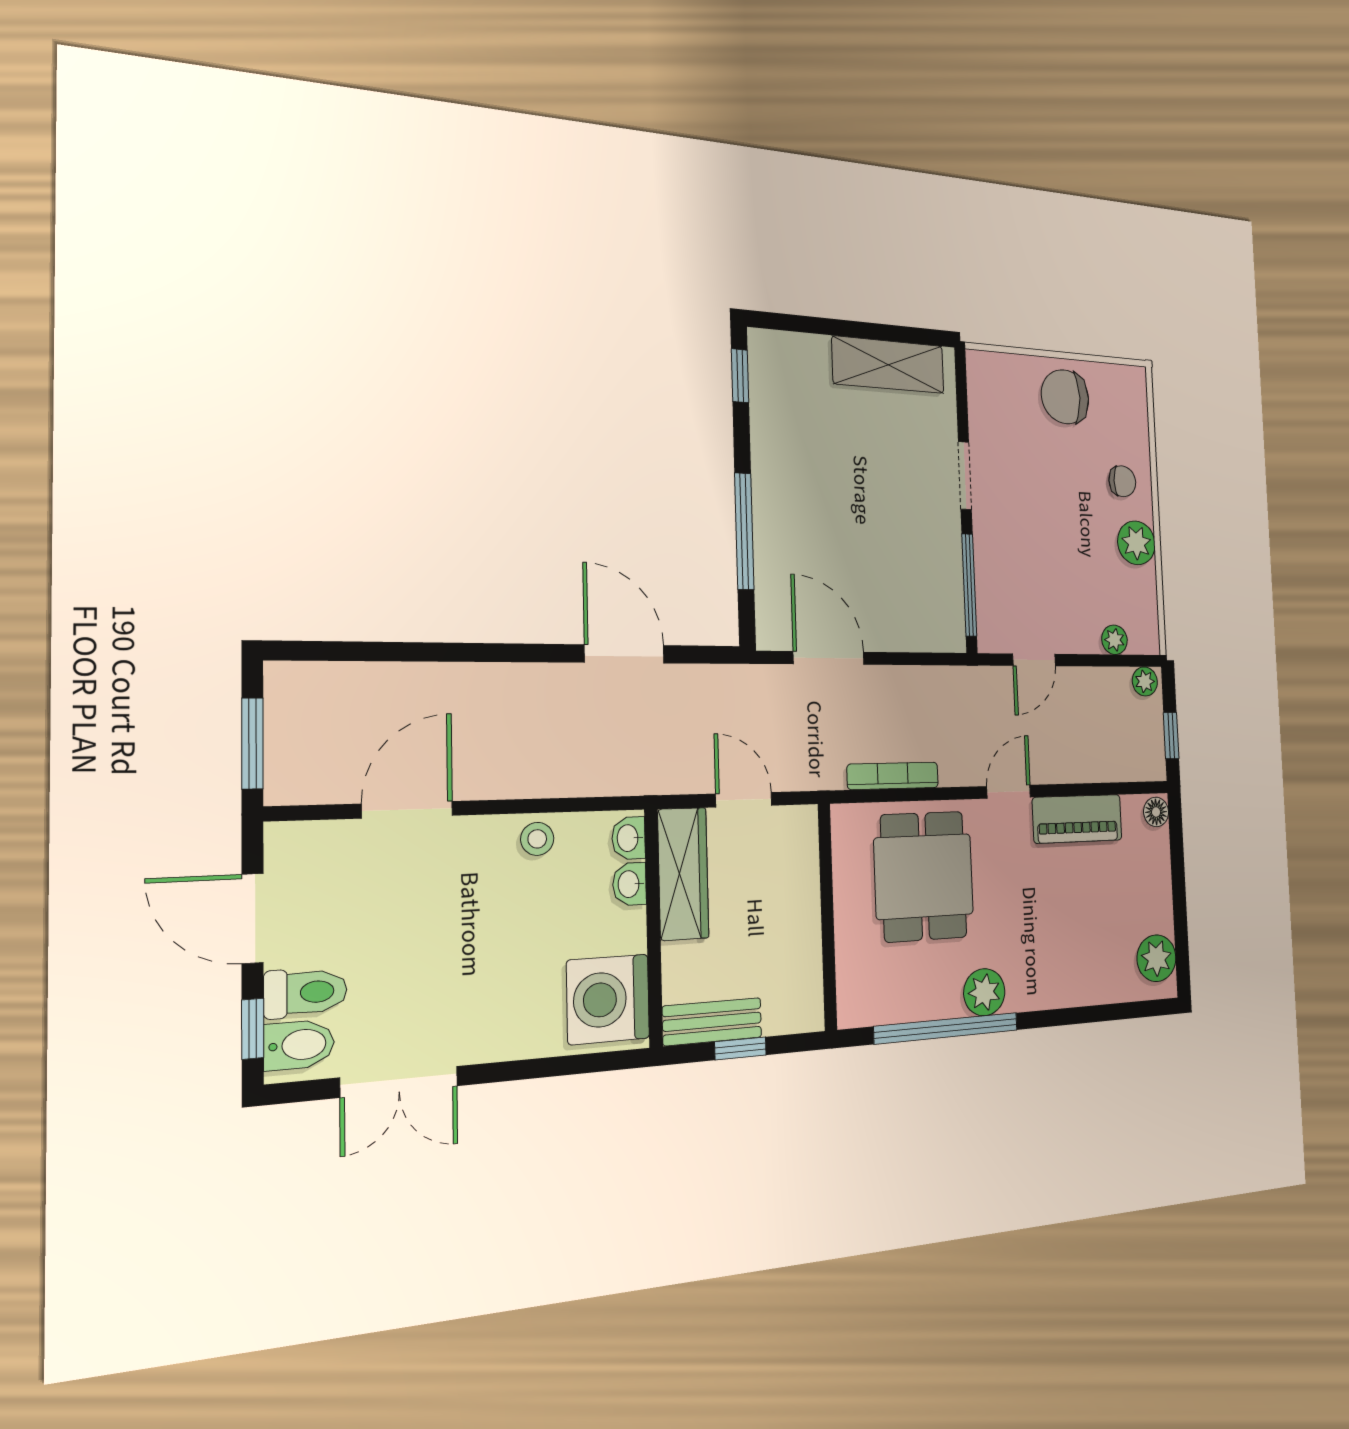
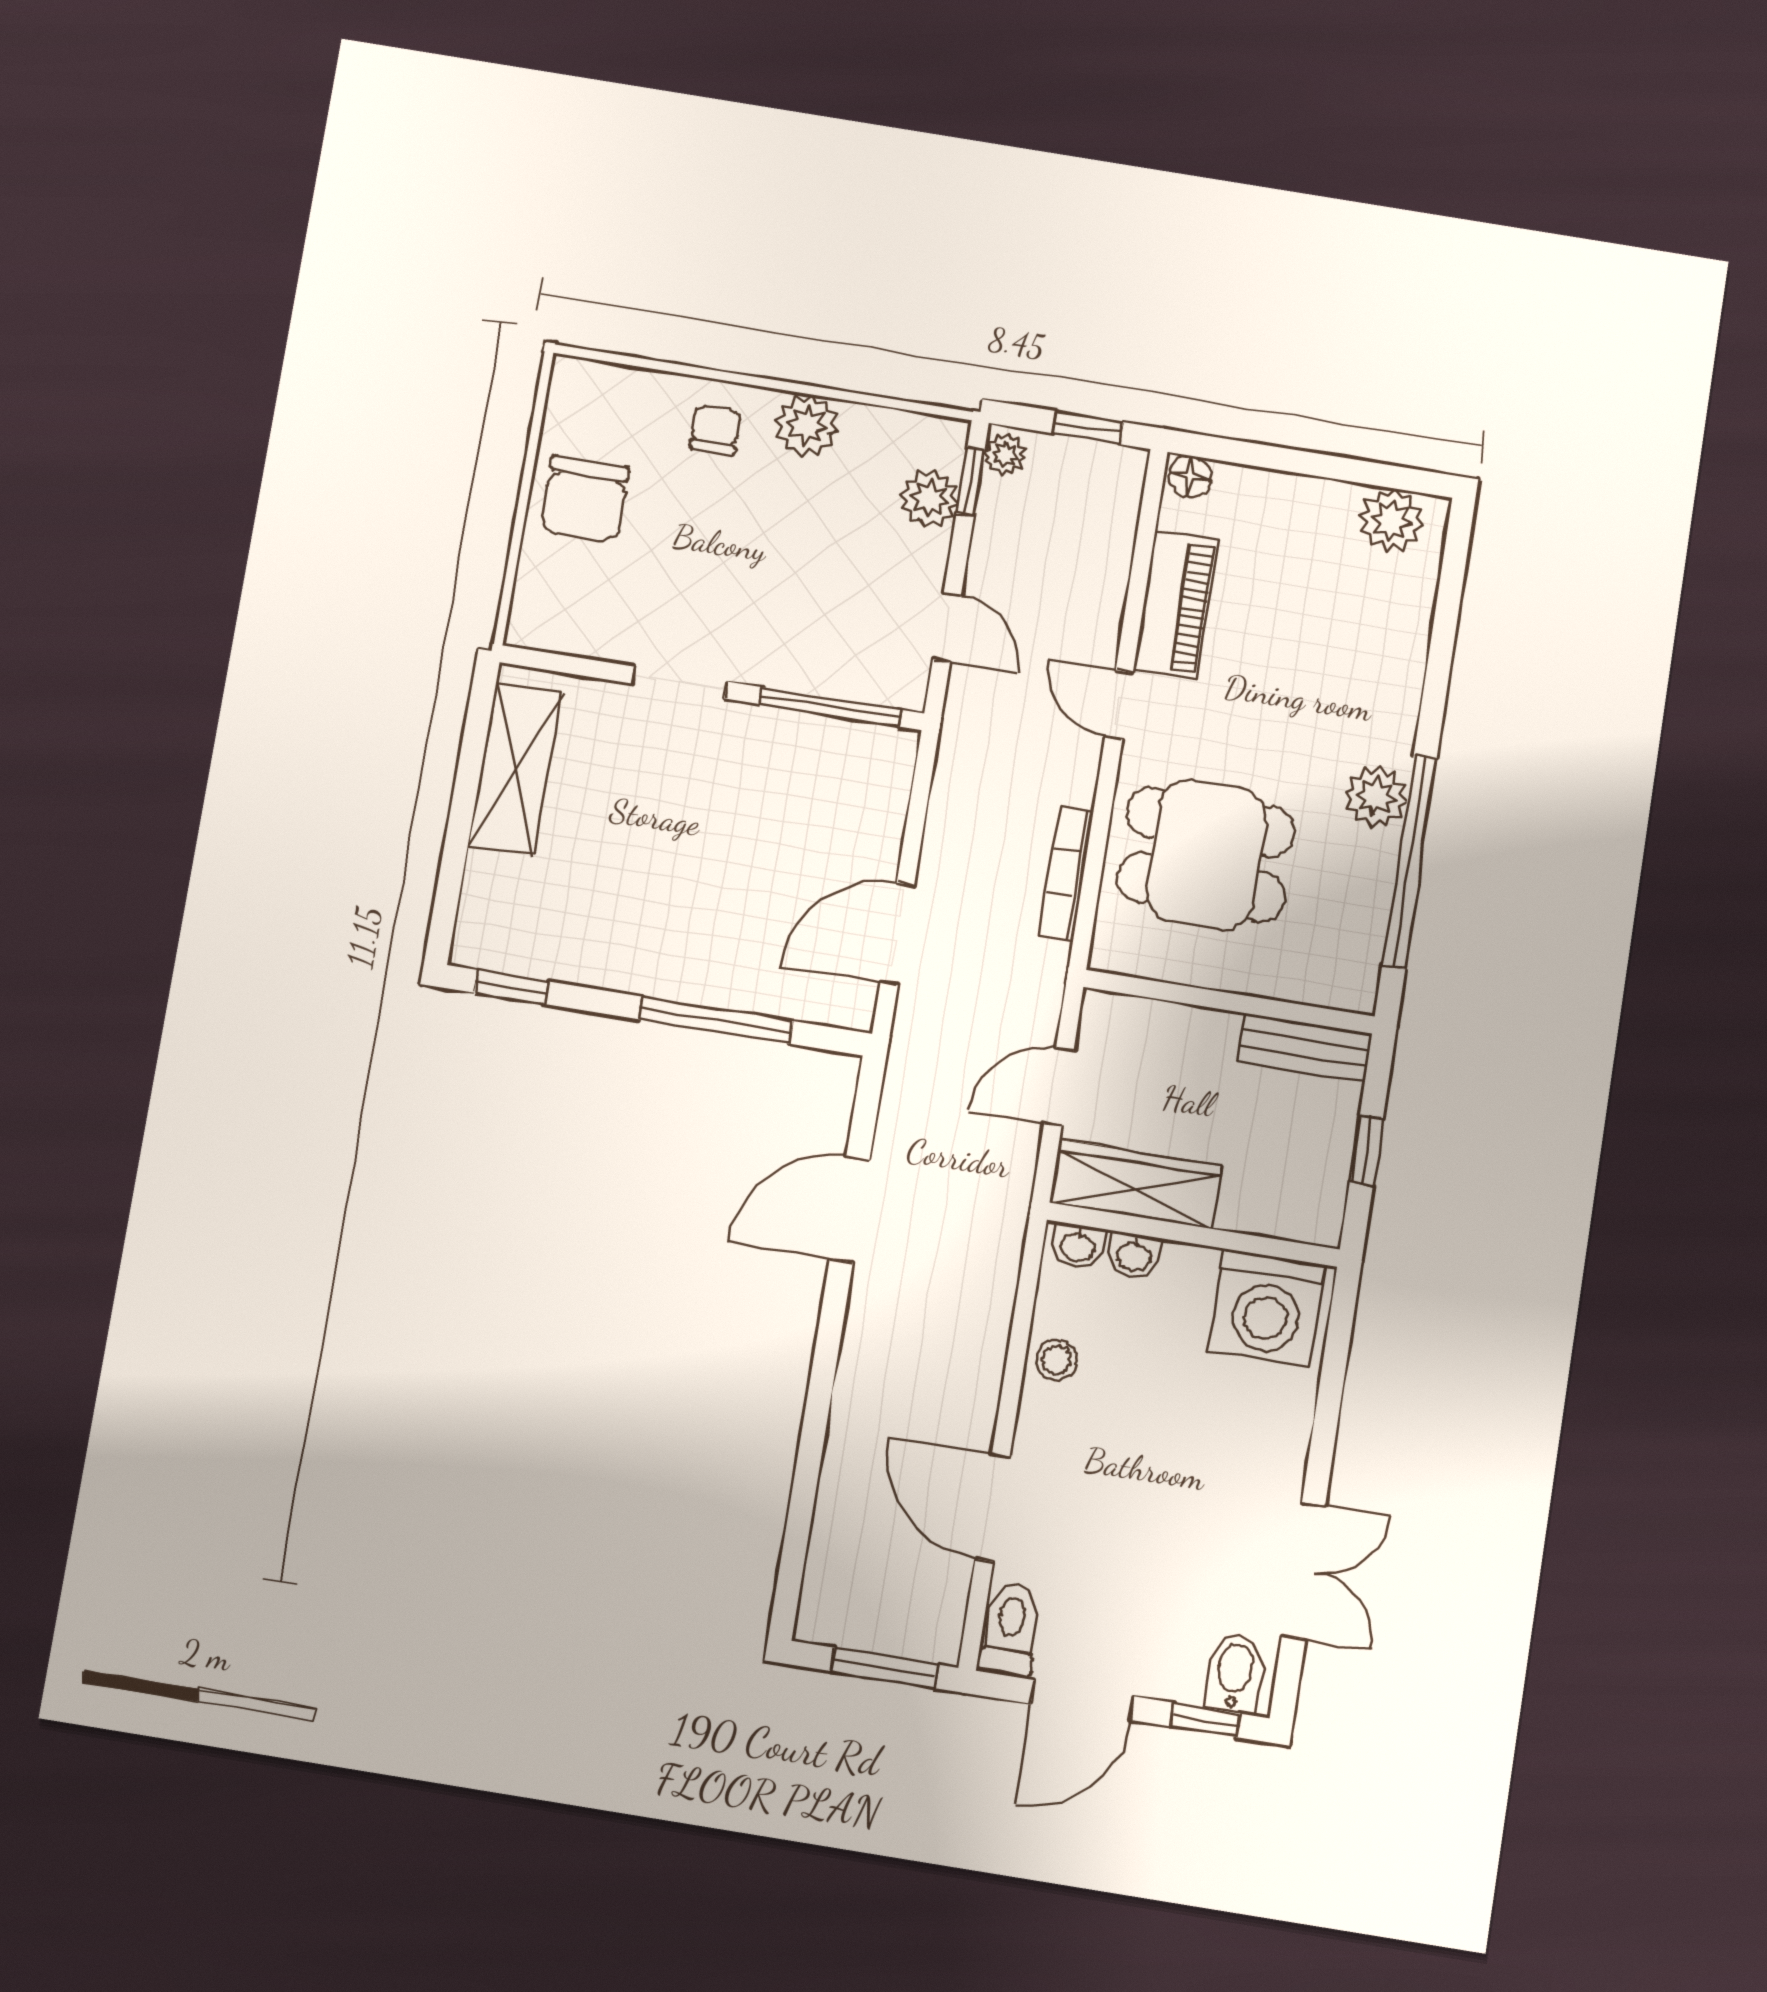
plant: (1114, 640) -> (930, 499), width x1.38, depth x1.38
window: (1125, 661) -> (971, 482), added
toilet: (306, 992) -> (1010, 1630), moved
bench: (712, 1022) -> (1304, 1048), moved, turned 90

